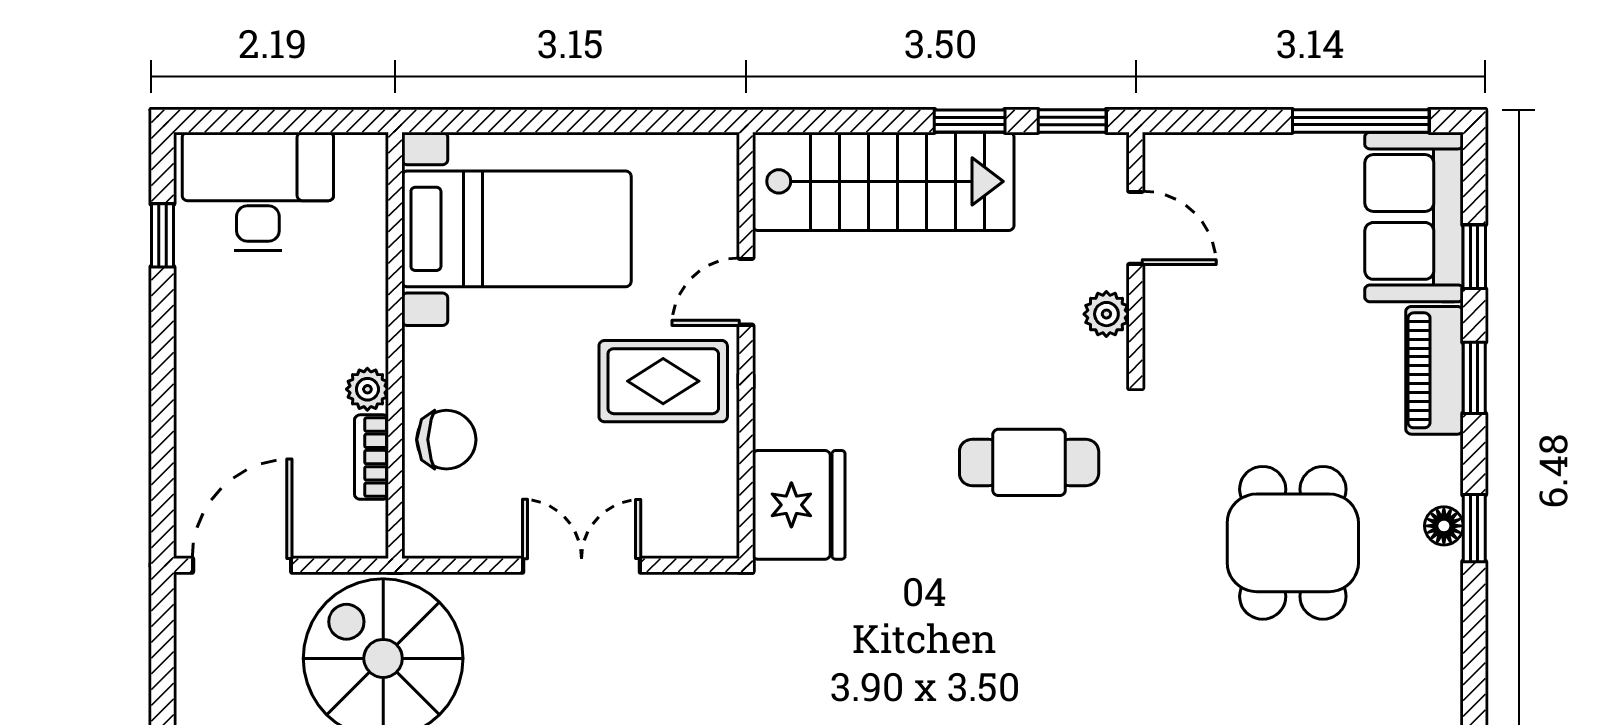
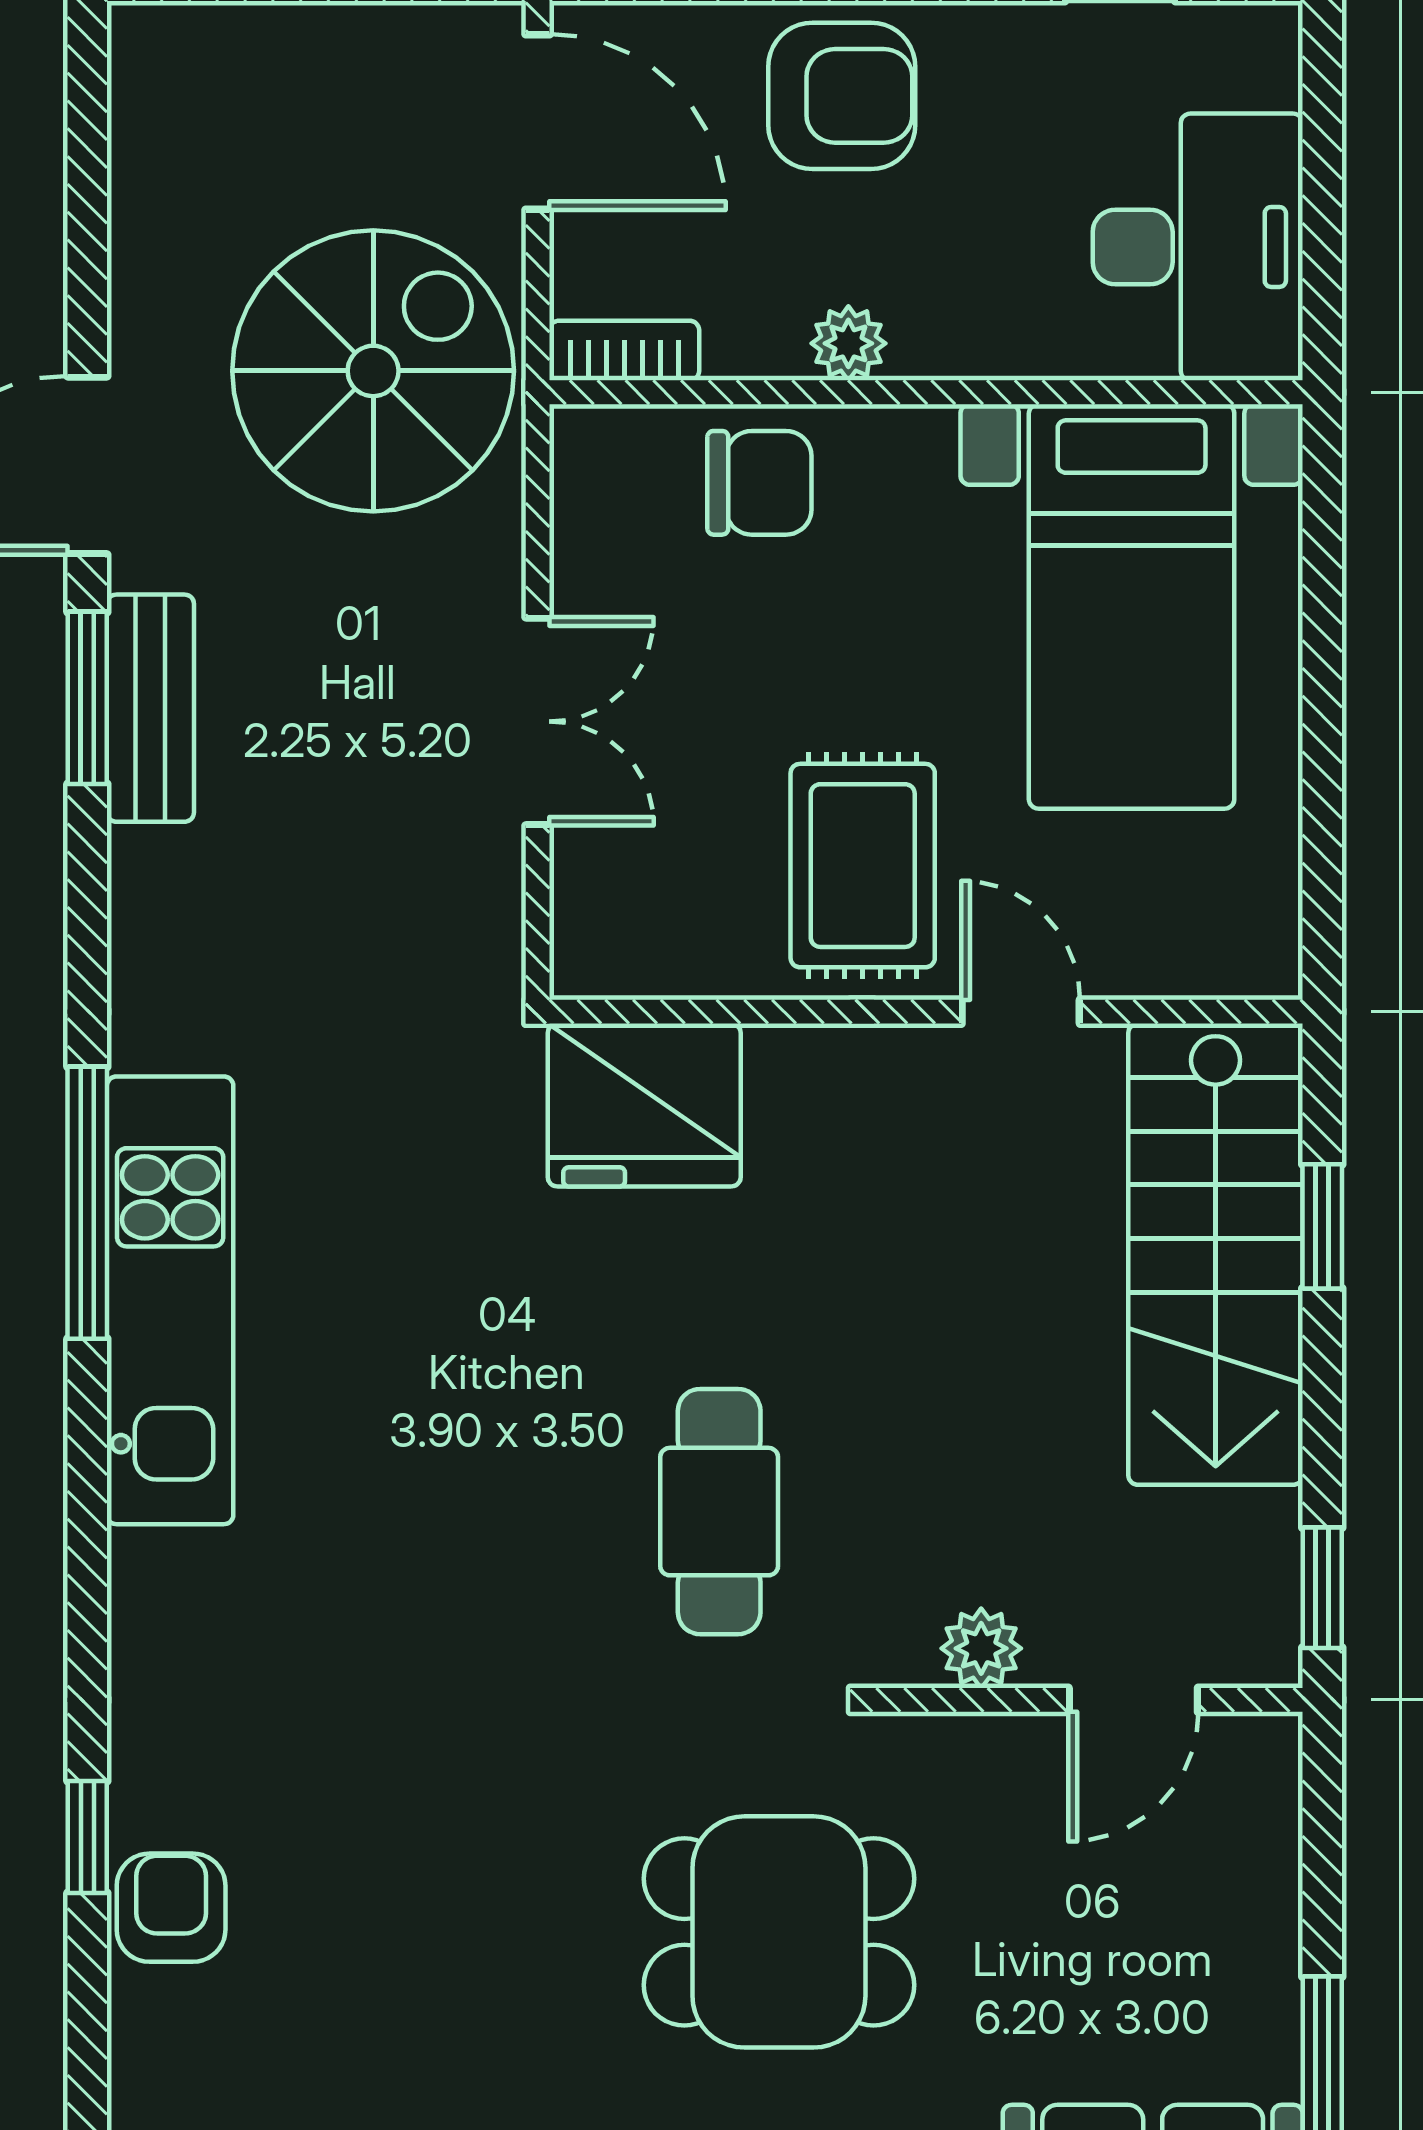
window: (970, 121) -> (1322, 1226), moved
desk: (258, 191) -> (1198, 247), moved
armchair: (227, 393) -> (842, 96), added
chair: (446, 440) -> (759, 483), turned -90
bookcase: (372, 457) -> (624, 351), moved
dining table: (1293, 543) -> (779, 1932), moved

